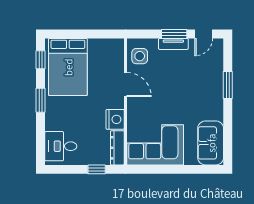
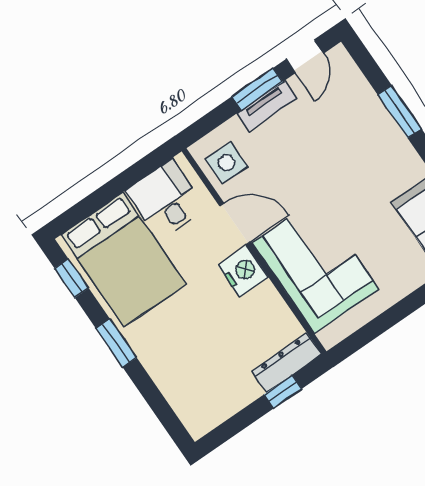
nightstand: (115, 119) -> (243, 271), moved
corner sofa: (155, 145) -> (315, 266), moved, turned 90
desk: (61, 146) -> (166, 200), moved, turned 90
dresser: (117, 148) -> (287, 363), moved, turned 90

